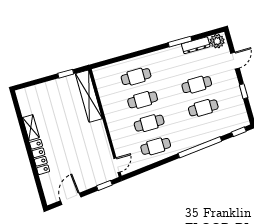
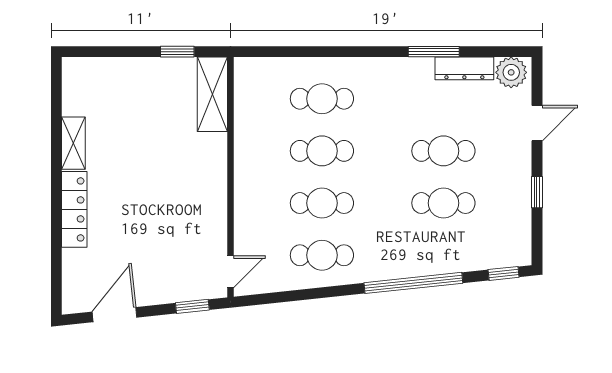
shelving: (89, 96) -> (212, 94), width x0.68

